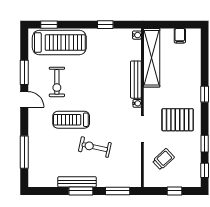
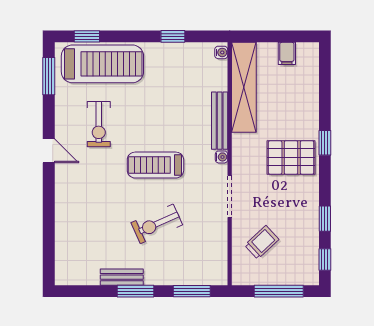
window: (24, 72) -> (49, 76), moved
treadmill: (71, 120) -> (155, 165), moved
pallet: (178, 120) -> (291, 157), moved
exercise bike: (95, 147) -> (157, 224), turned -36
window: (24, 152) -> (49, 232), removed
bench: (77, 182) -> (122, 277), width x0.73
window: (175, 191) -> (279, 291), width x2.17

